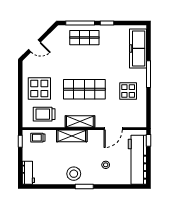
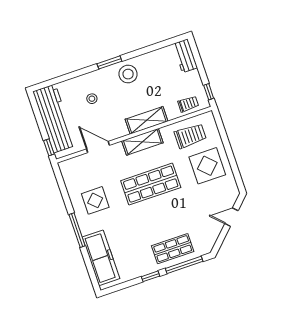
door: (113, 129) -> (98, 147), hinge flipped

